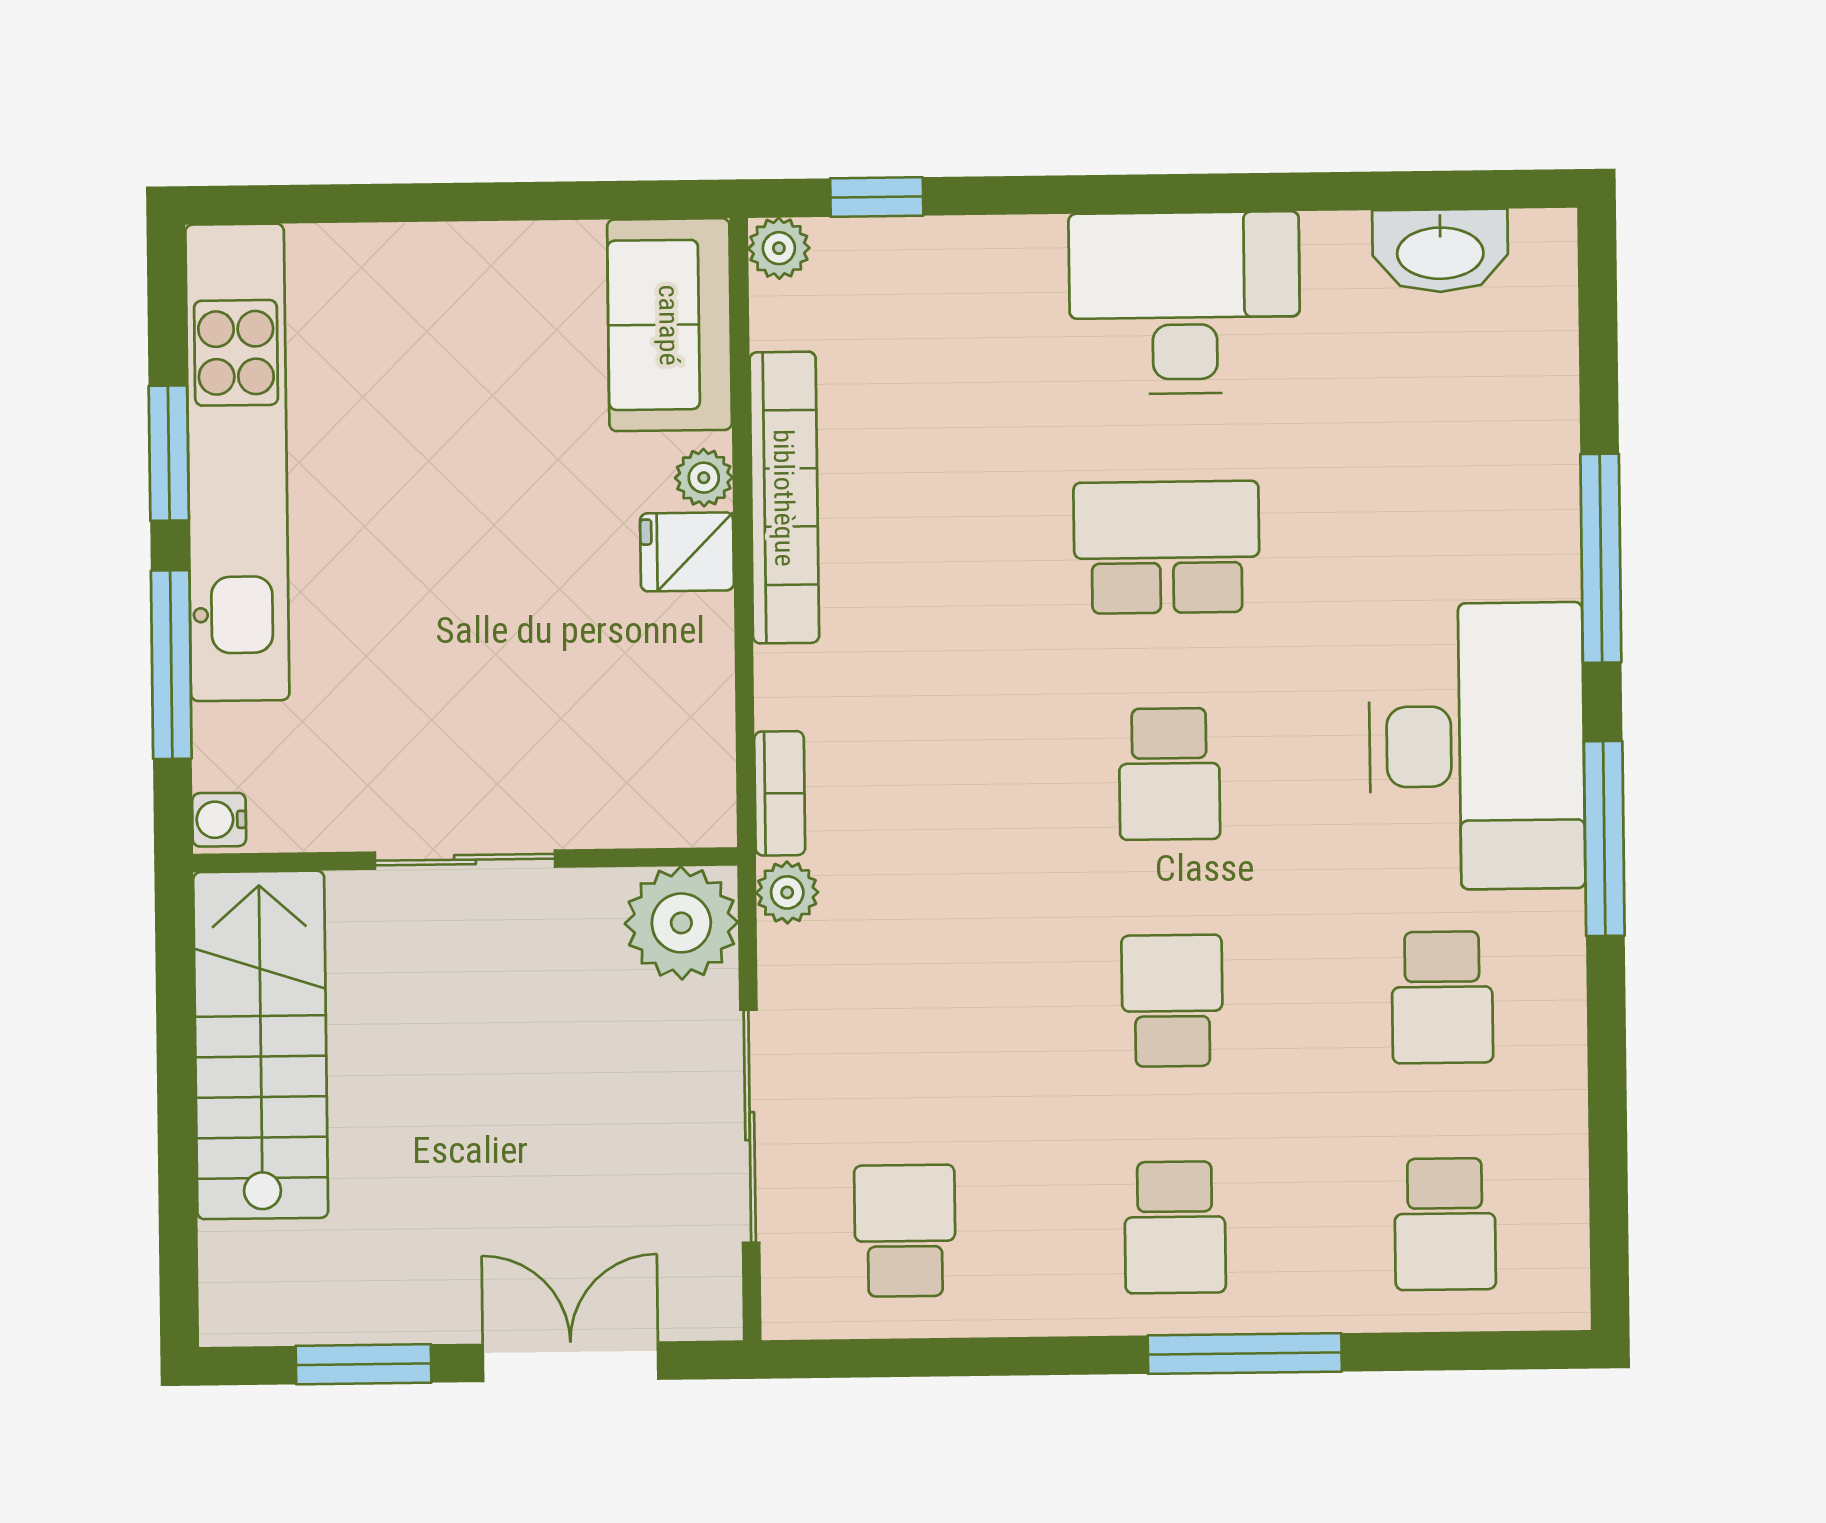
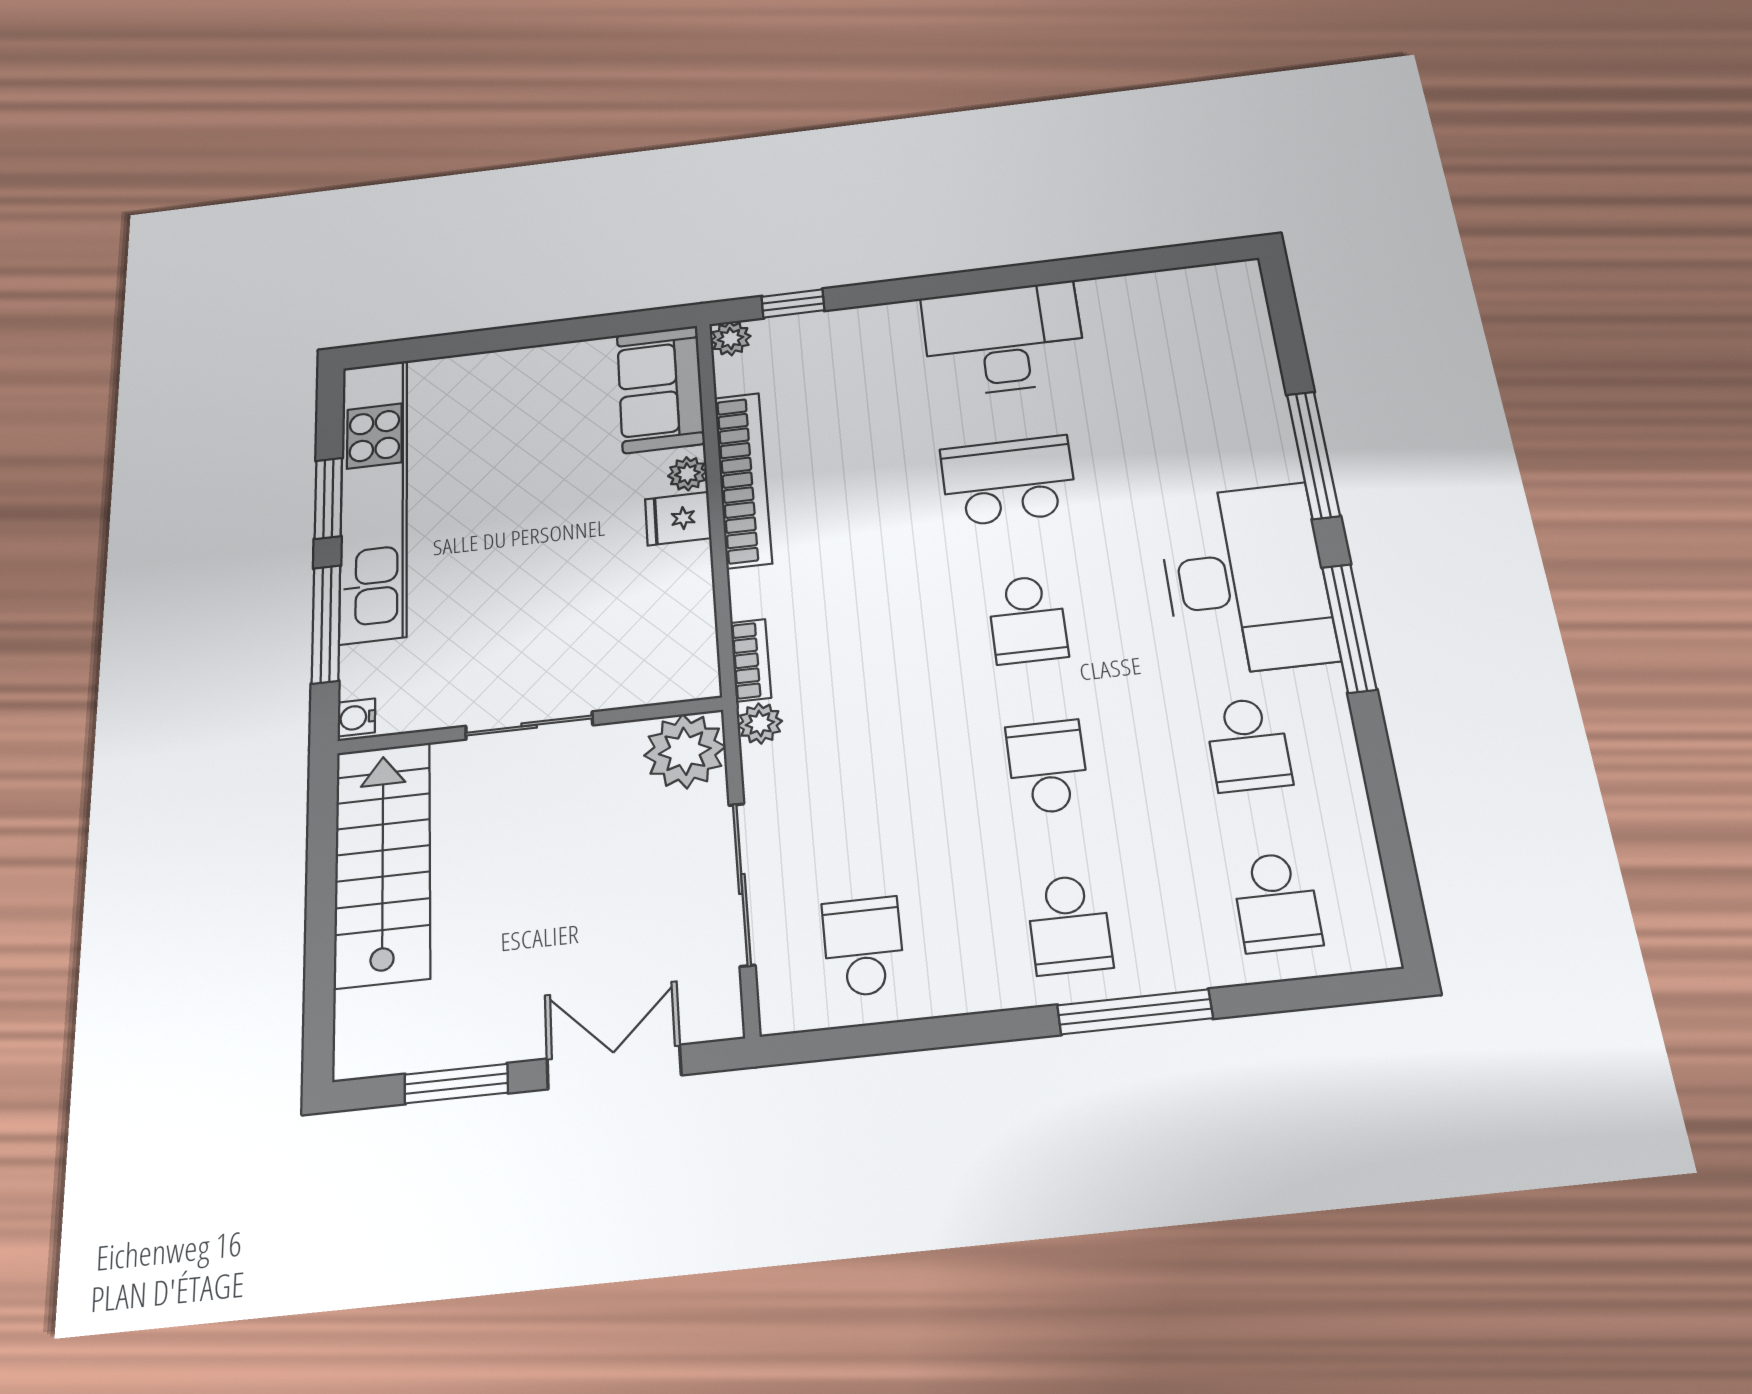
washbasin: (1440, 251) -> (1171, 291), removed

